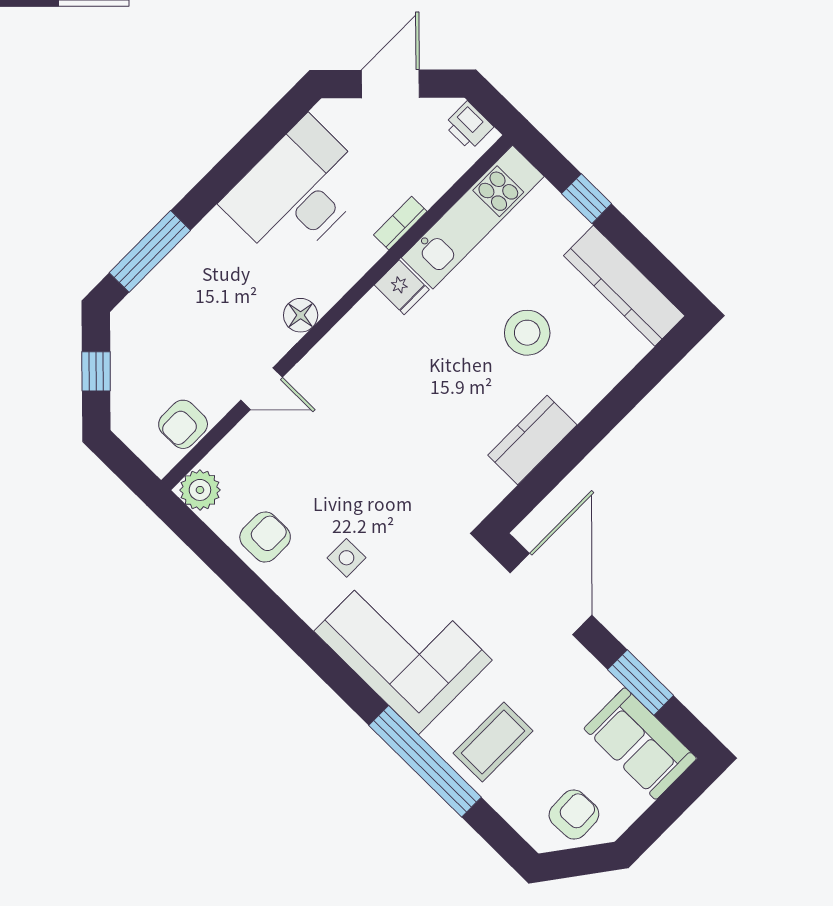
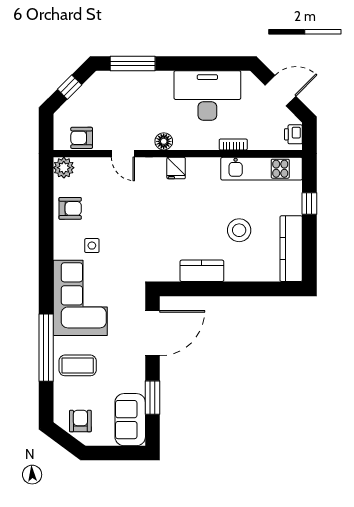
fridge: (402, 287) -> (176, 168), moved
armchair: (574, 815) -> (80, 421), turned -88

